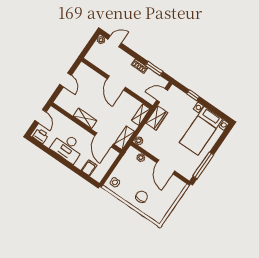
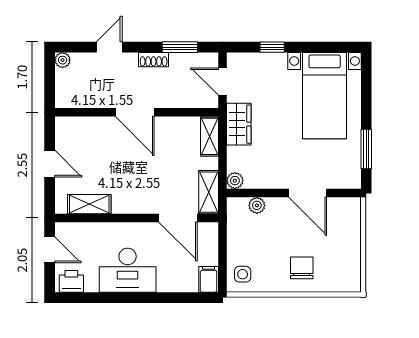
door: (115, 41) -> (109, 47), moved
door: (162, 95) -> (222, 81), hinge flipped
shelving: (85, 118) -> (89, 204), moved
window: (203, 165) -> (366, 149), width x0.69
filing cabinet: (89, 168) -> (209, 279), moved

